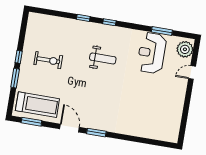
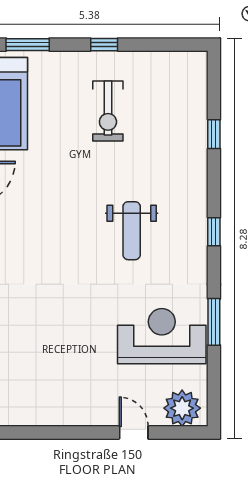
window: (83, 18) -> (214, 134), moved
window: (162, 31) -> (214, 322), moved
window: (15, 78) -> (28, 45), moved

